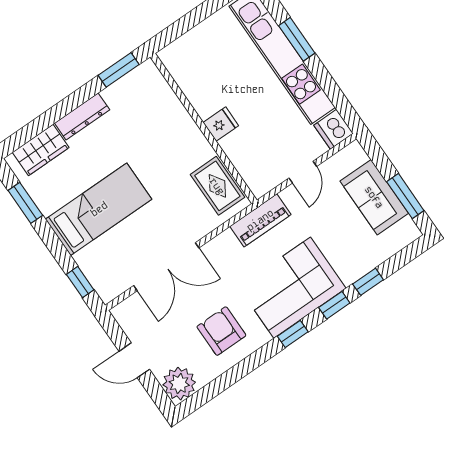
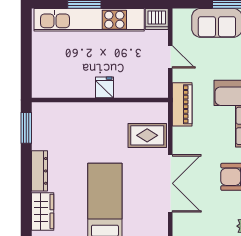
rug: (217, 186) -> (147, 135), moved

